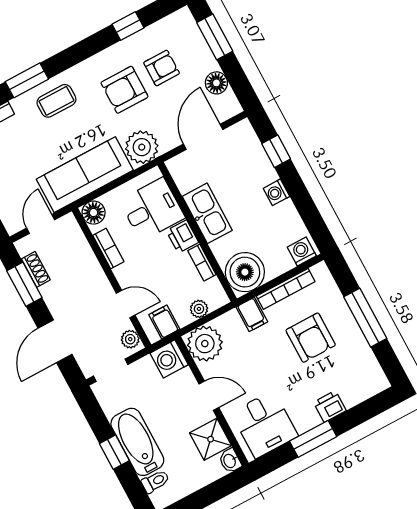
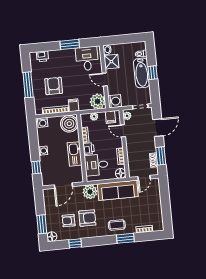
floor lamp: (216, 83) -> (52, 237), moved
printer: (330, 406) -> (42, 56), moved

